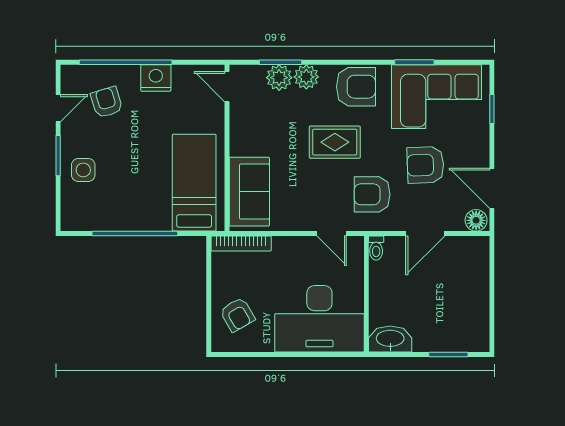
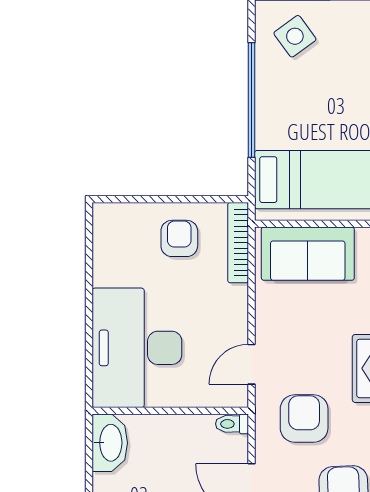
side table: (83, 170) -> (295, 36), moved, turned -36
armchair: (237, 315) -> (179, 238), moved, turned 120

